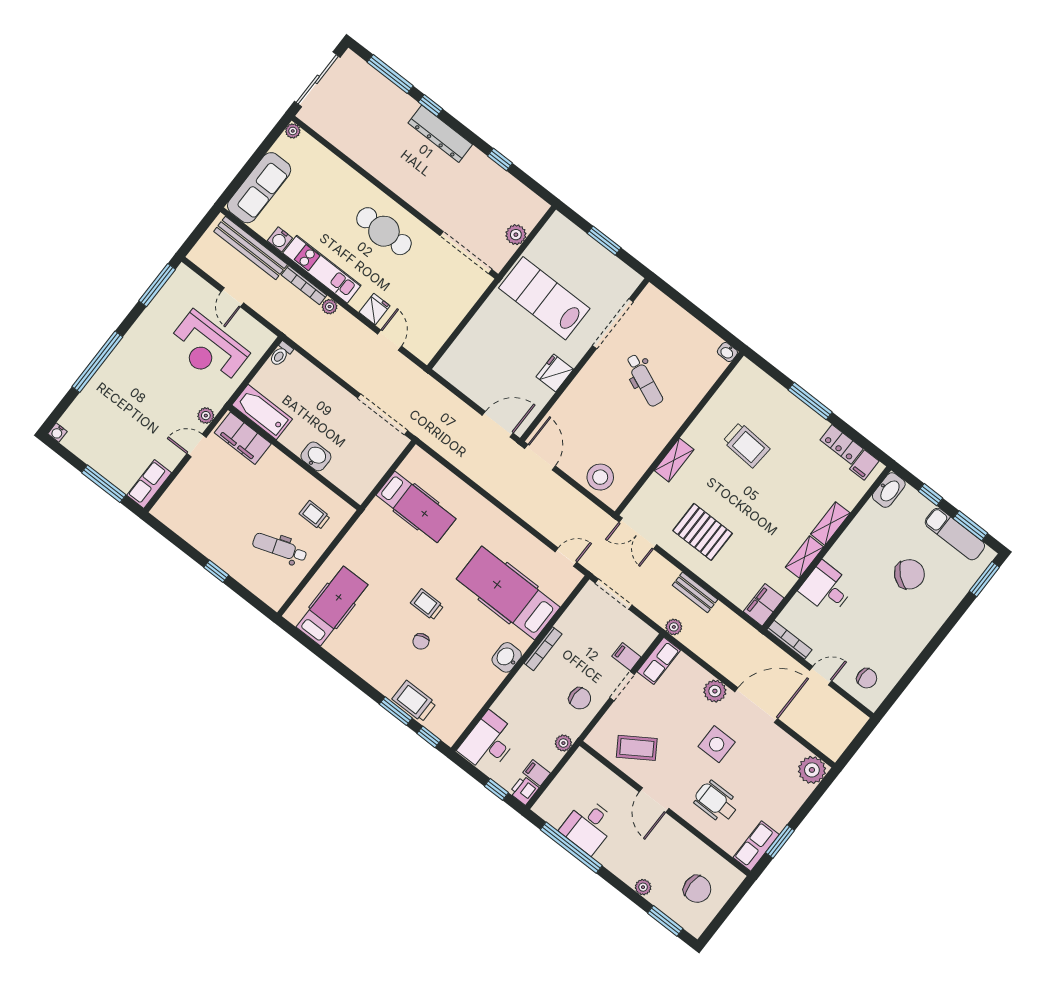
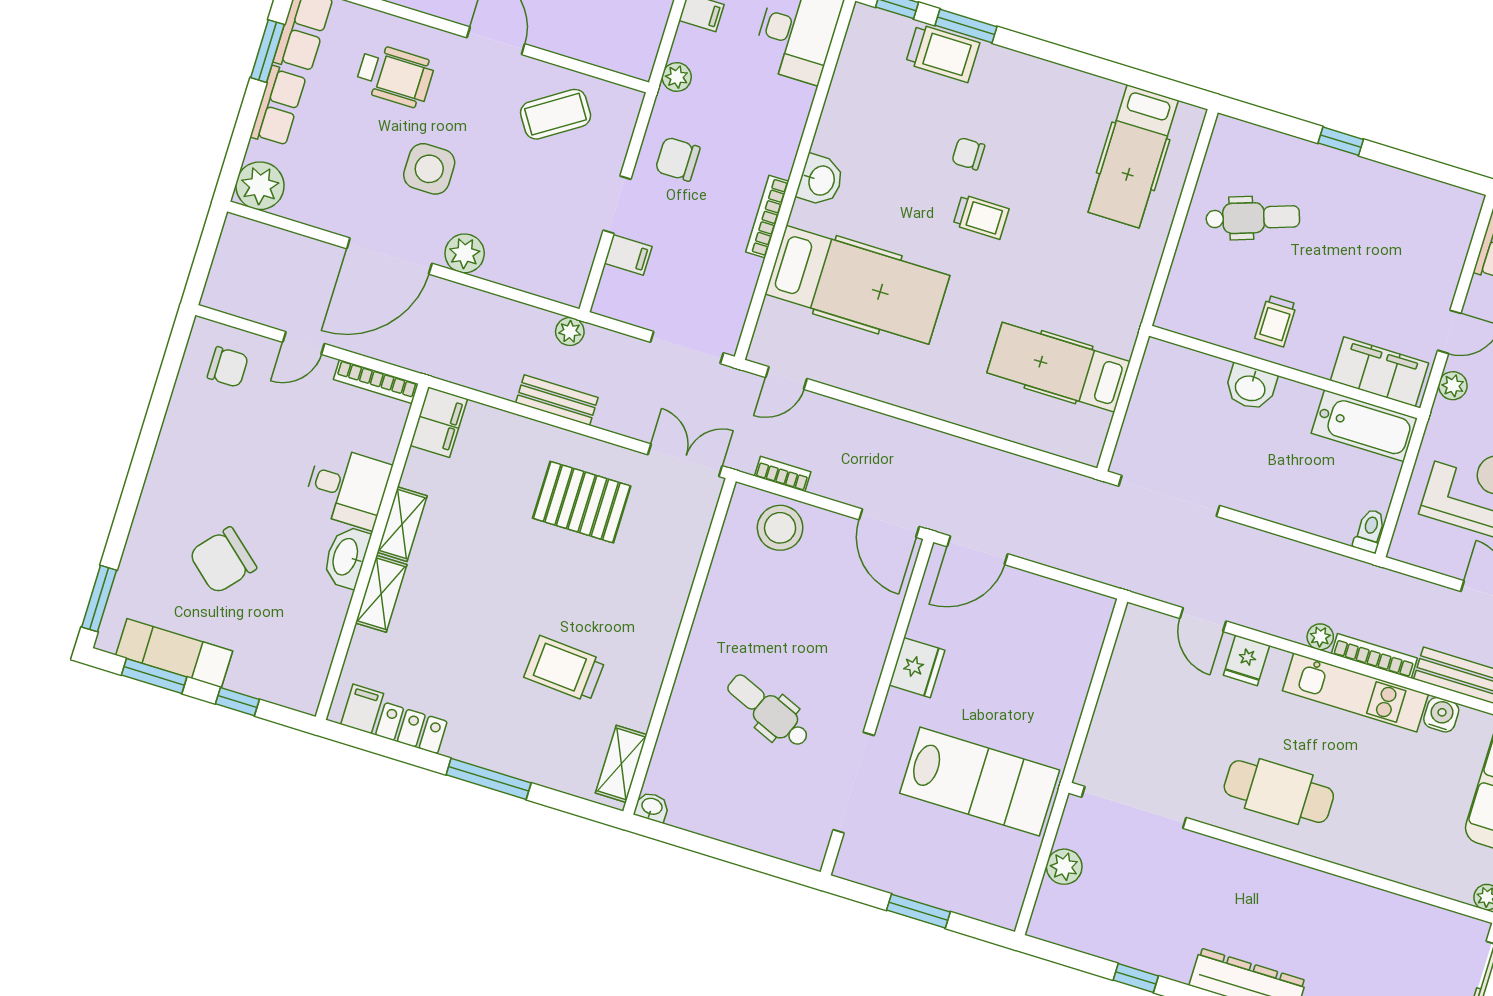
shelving: (674, 460) -> (621, 764), moved
washbasin: (889, 490) -> (346, 557), moved
bookcase: (588, 506) -> (783, 474), added
trolley: (315, 515) -> (1276, 321), moved, turned 90
chair: (421, 641) -> (968, 154), turned -71
row of seats: (659, 661) -> (278, 106), moved, turned 180
chair: (867, 678) -> (228, 367), turned 180

